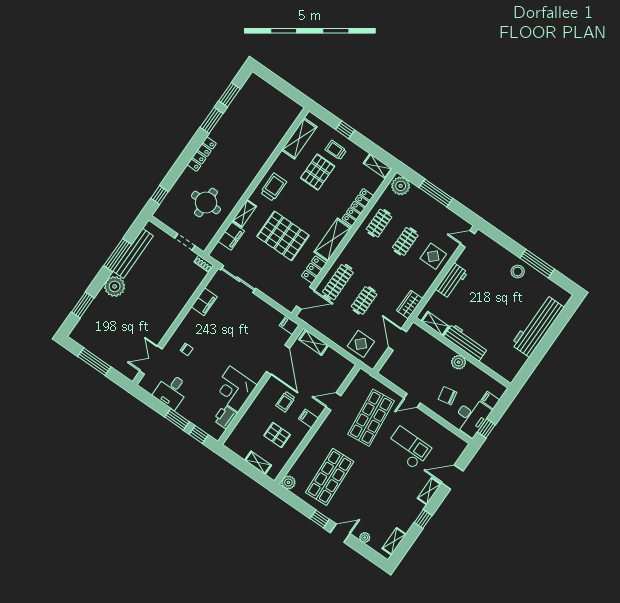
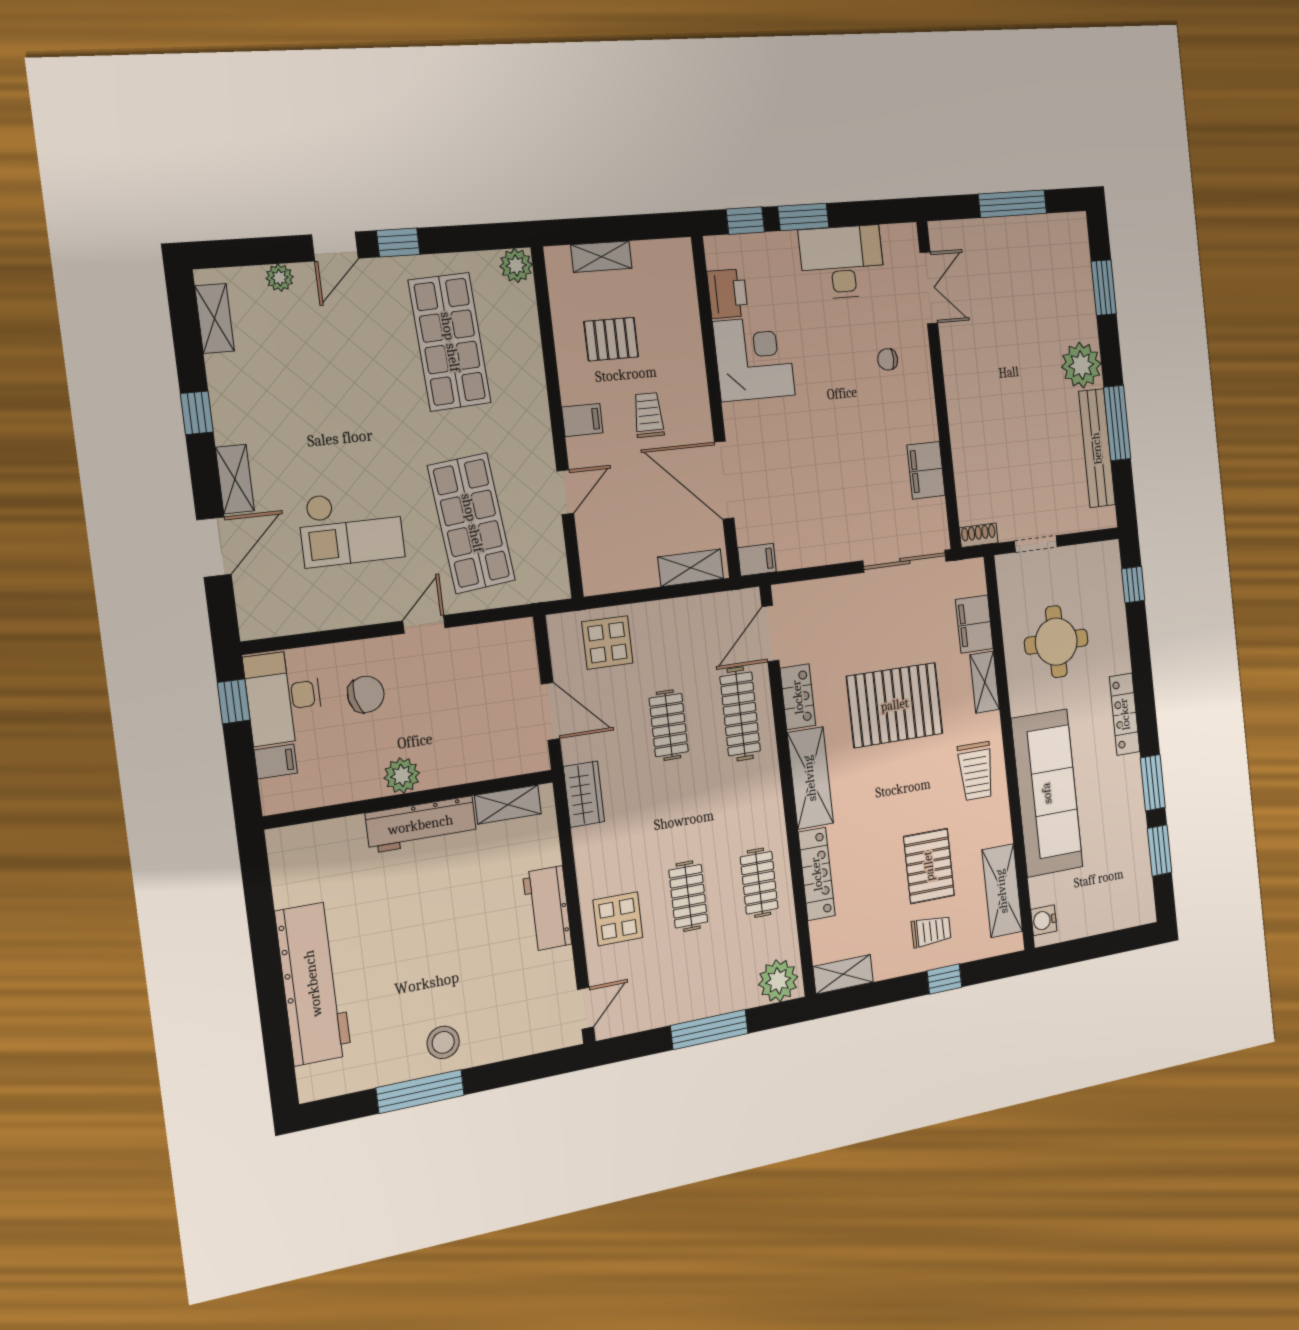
water cooler: (293, 114) -> (1044, 920), added
sofa: (254, 155) -> (1047, 793), added
desk: (171, 391) -> (842, 262), width x1.37

